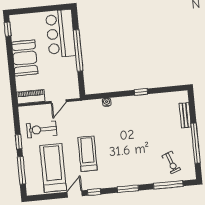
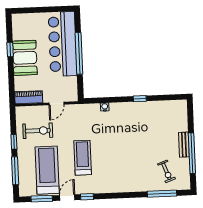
window: (8, 29) -> (10, 50), moved
bar counter: (61, 34) -> (63, 44), width x1.36
bench: (185, 115) -> (184, 145), moved
exercise bike: (42, 129) -> (38, 131), turned 180
window: (128, 189) -> (42, 199), moved

